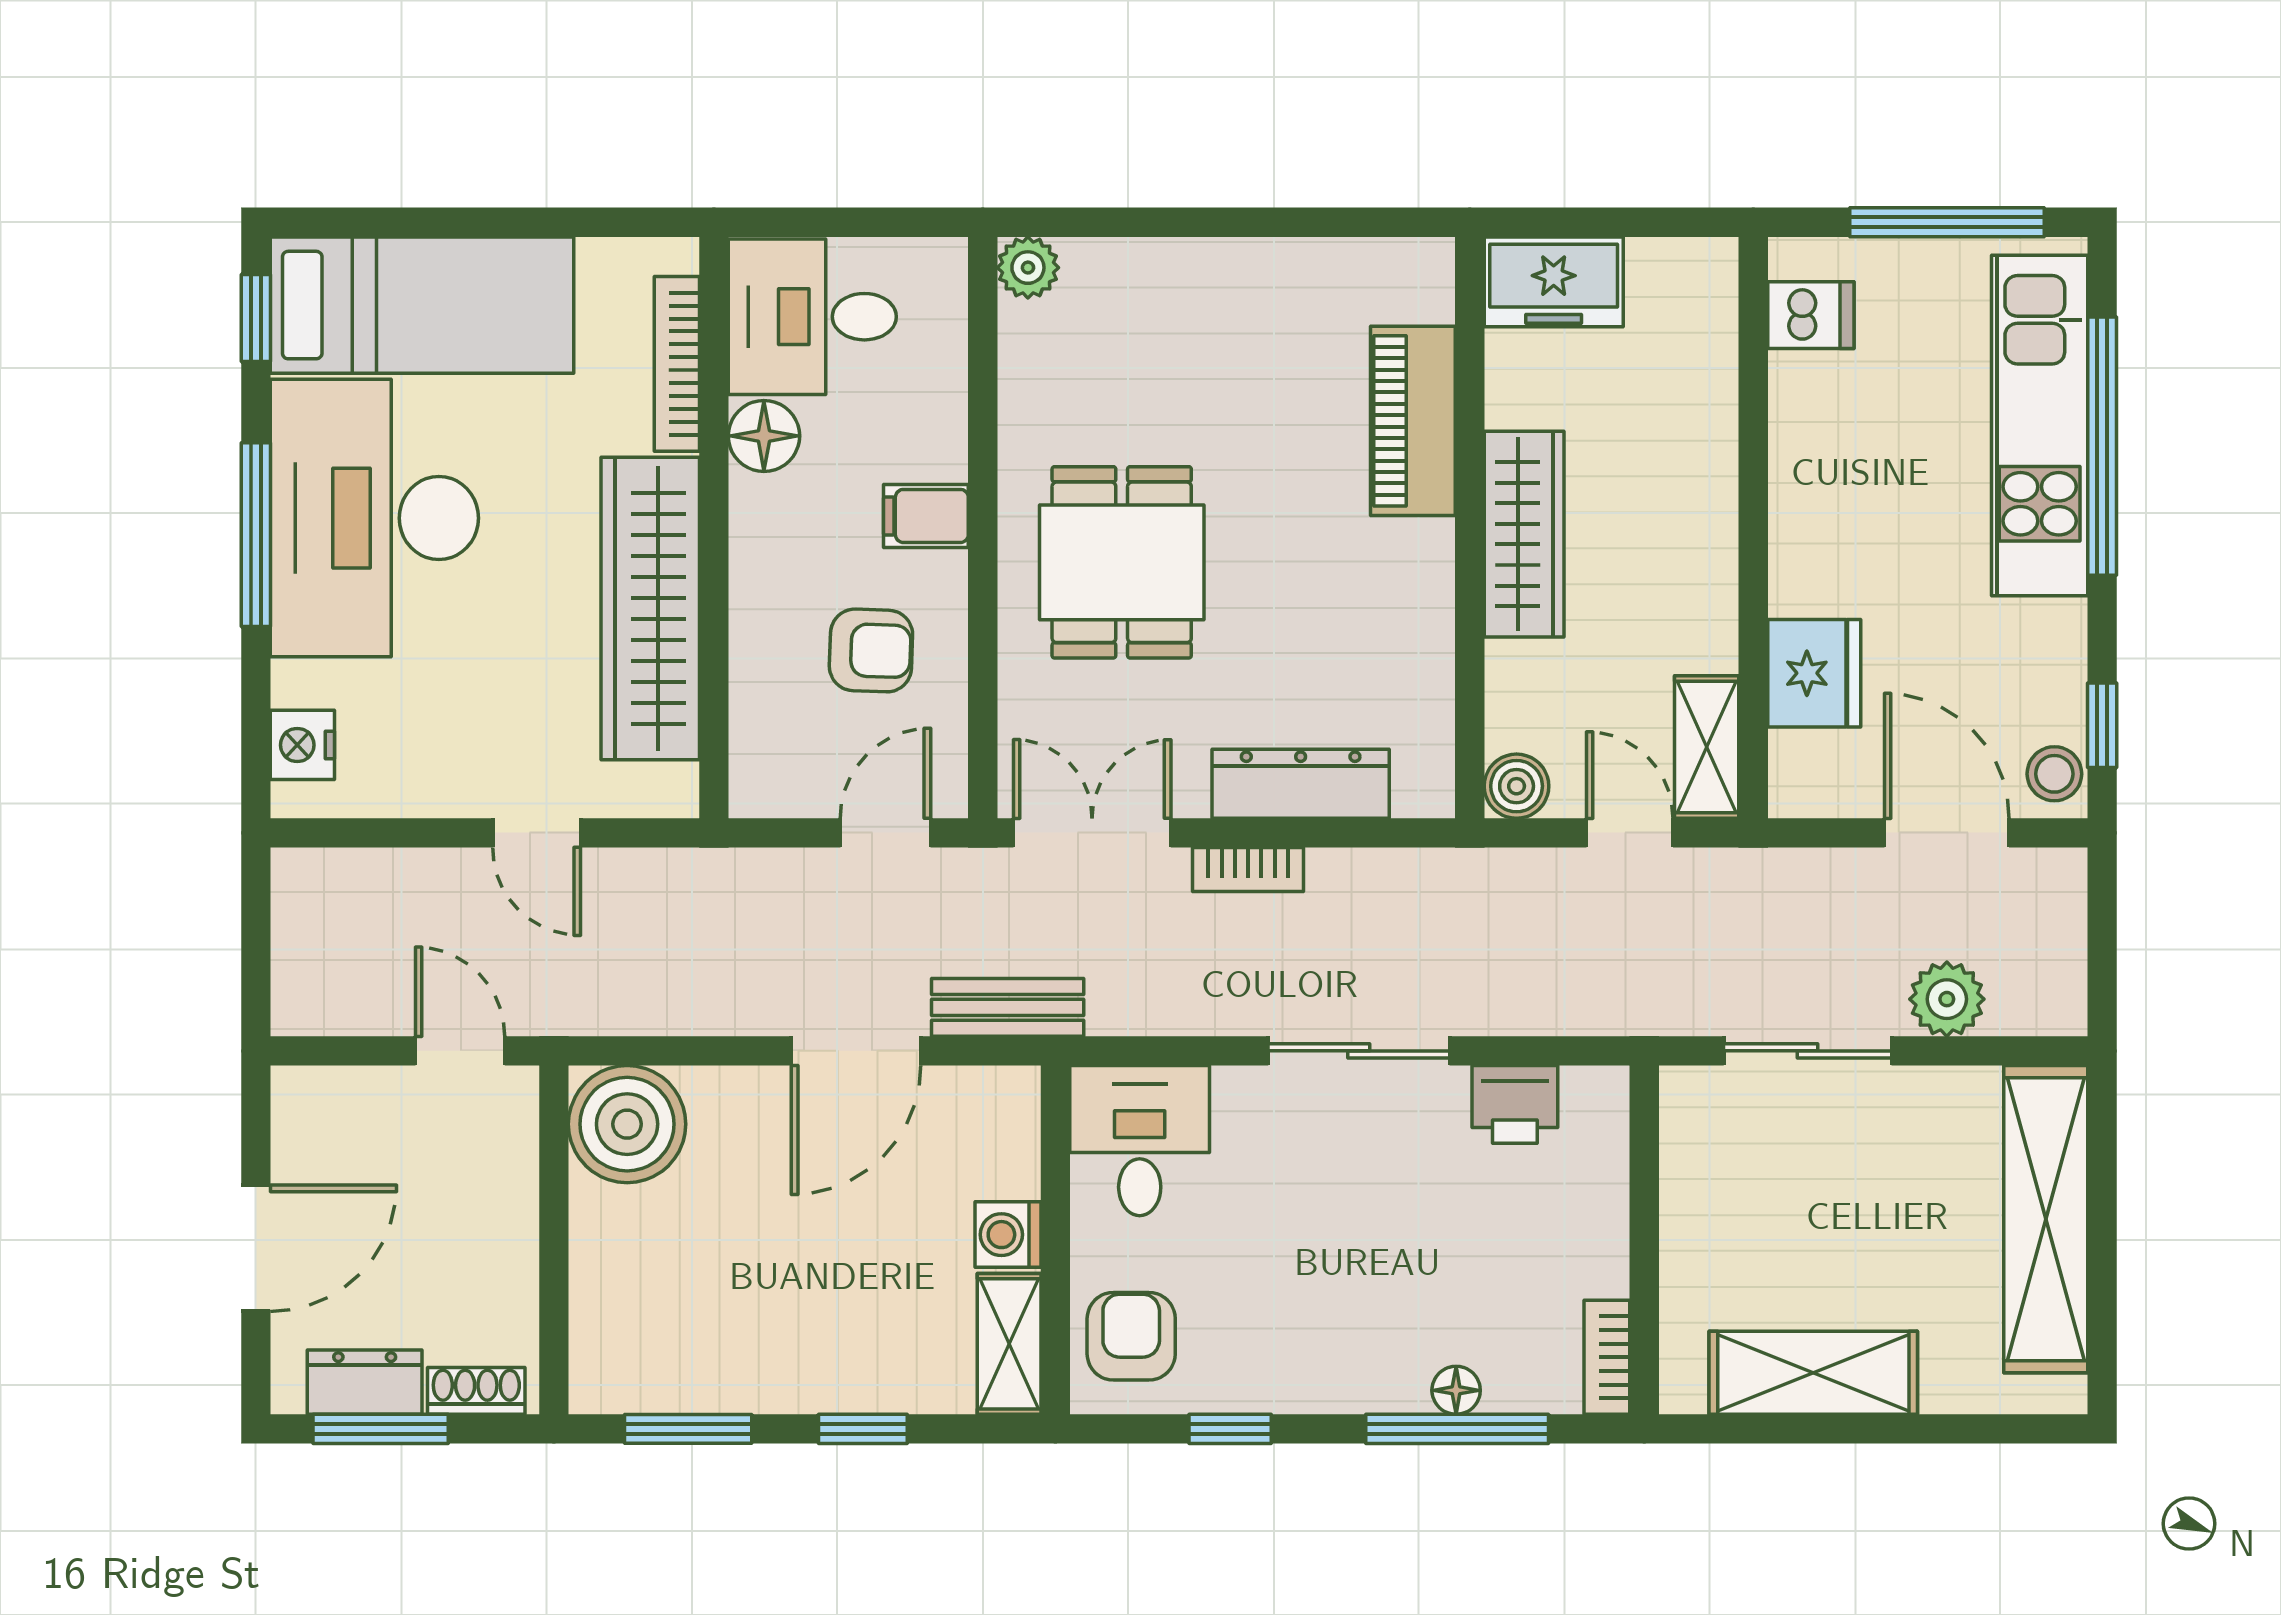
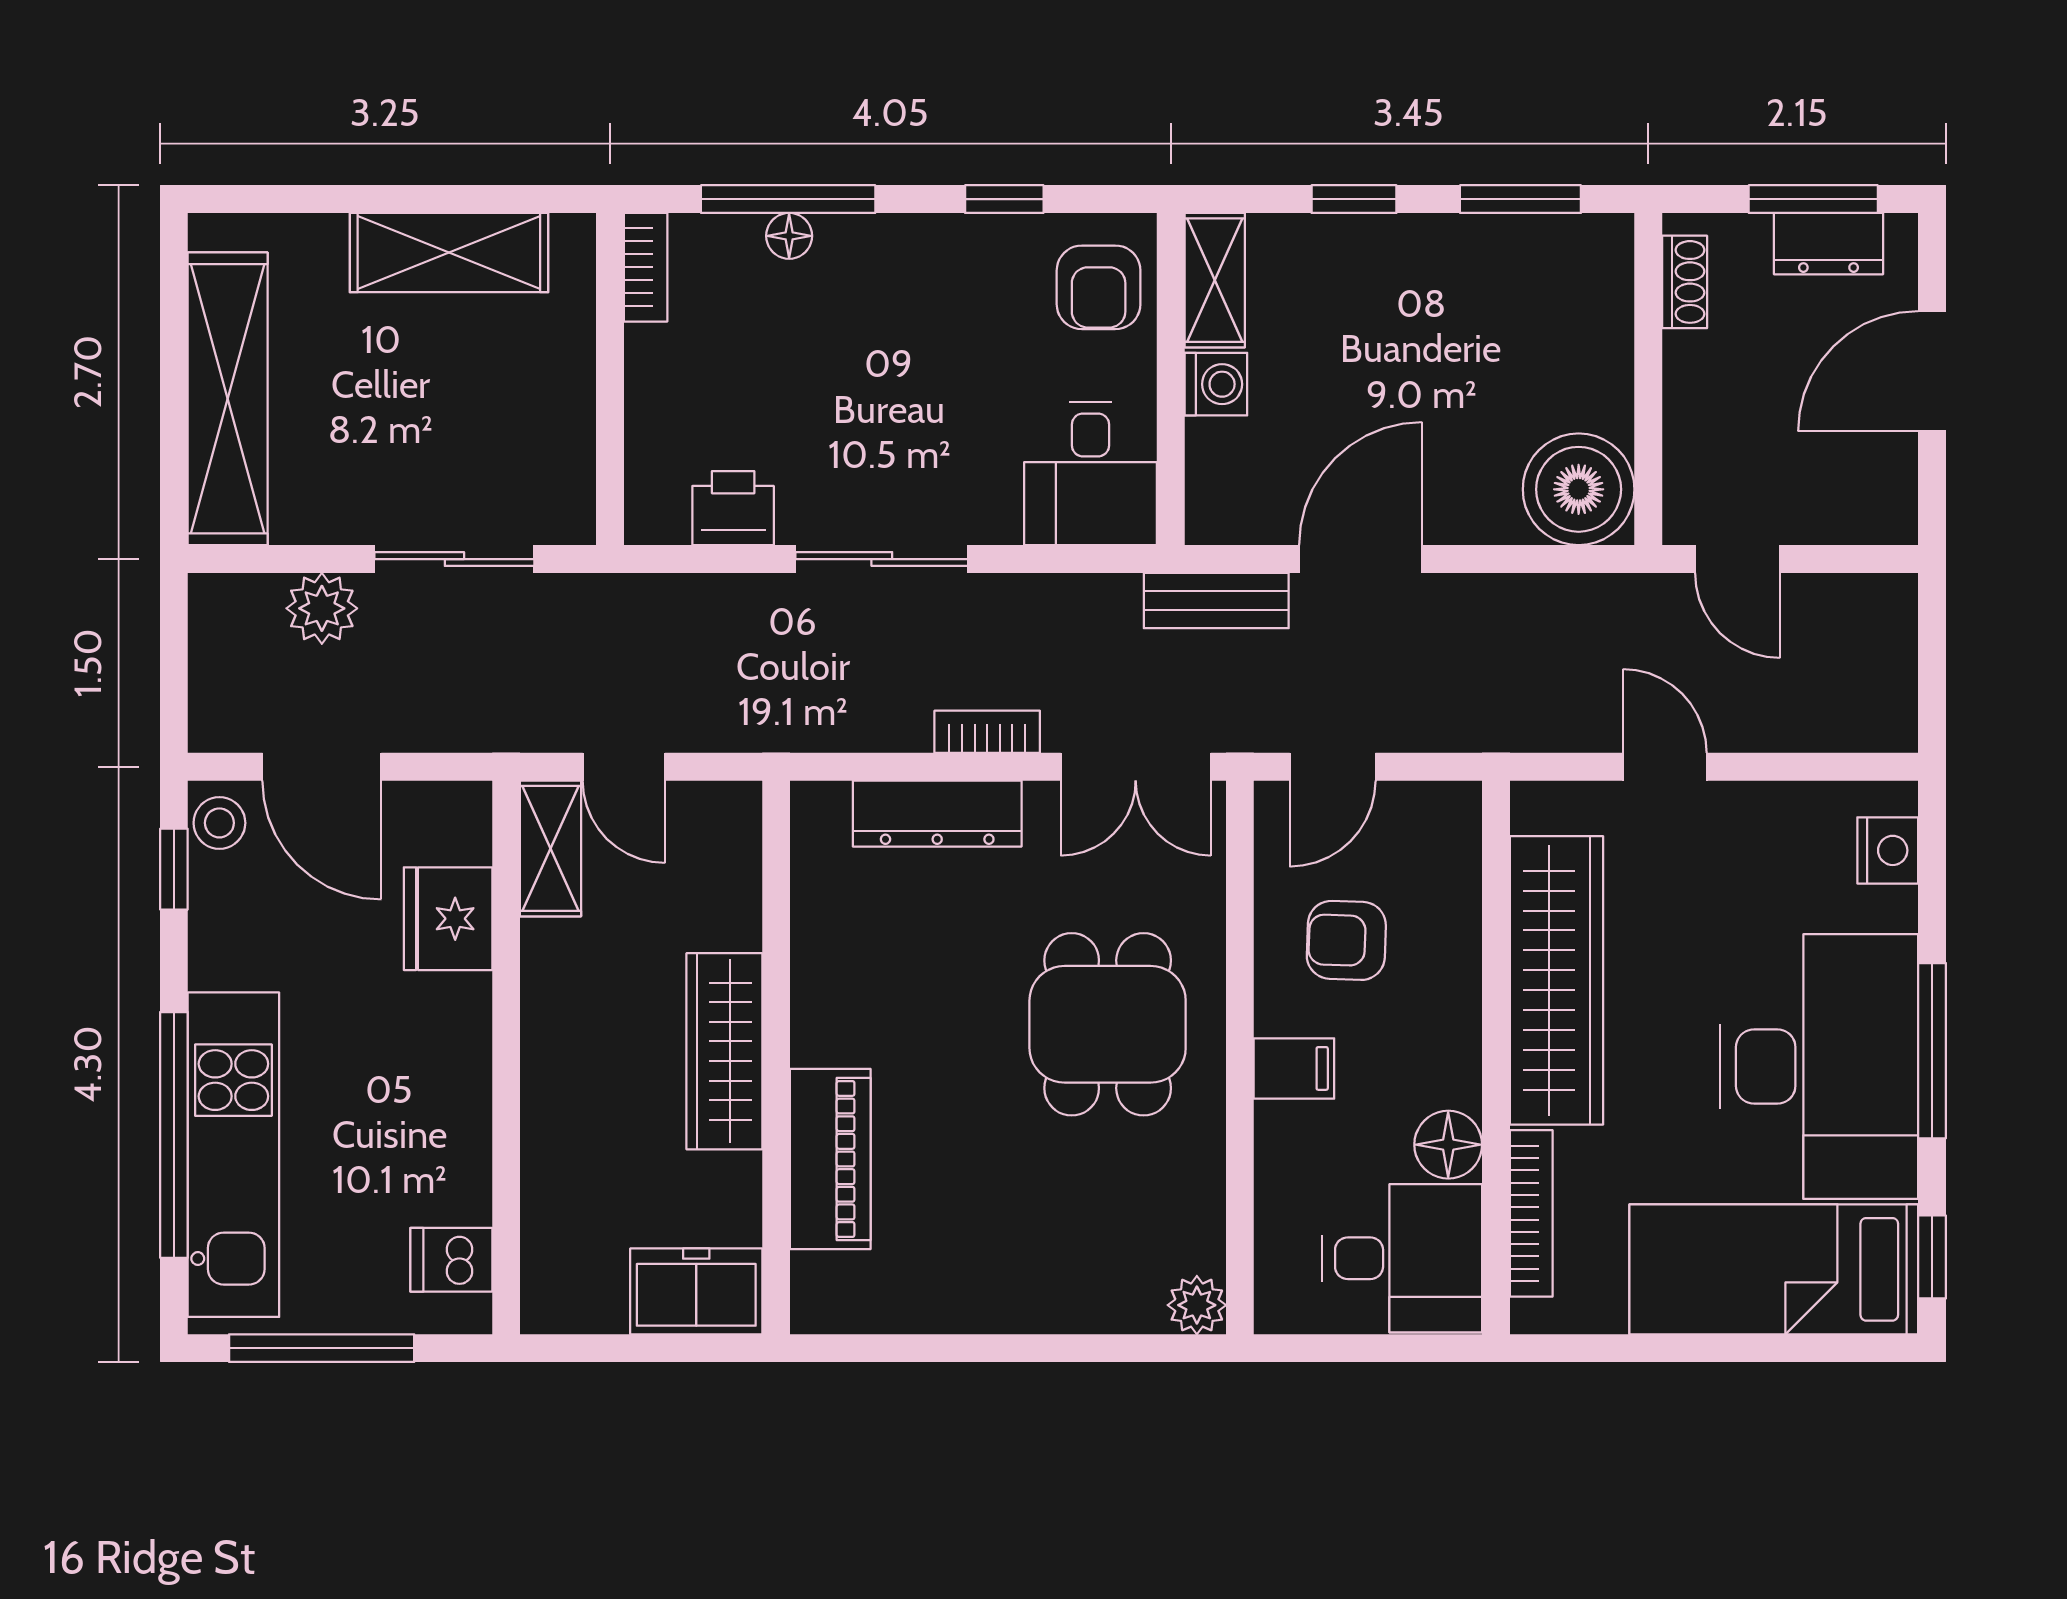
boiler: (1517, 786) -> (732, 811), removed
shoe rack: (476, 1391) -> (1685, 282), moved, turned -90

